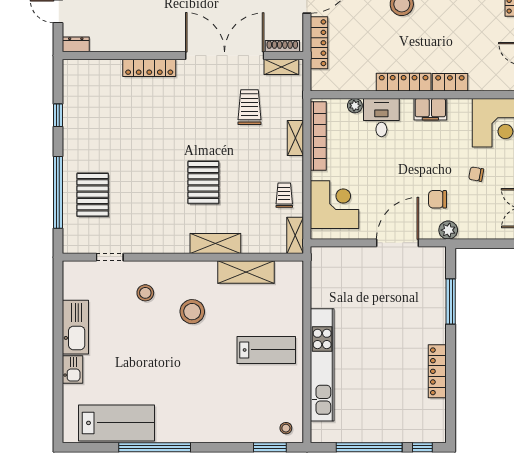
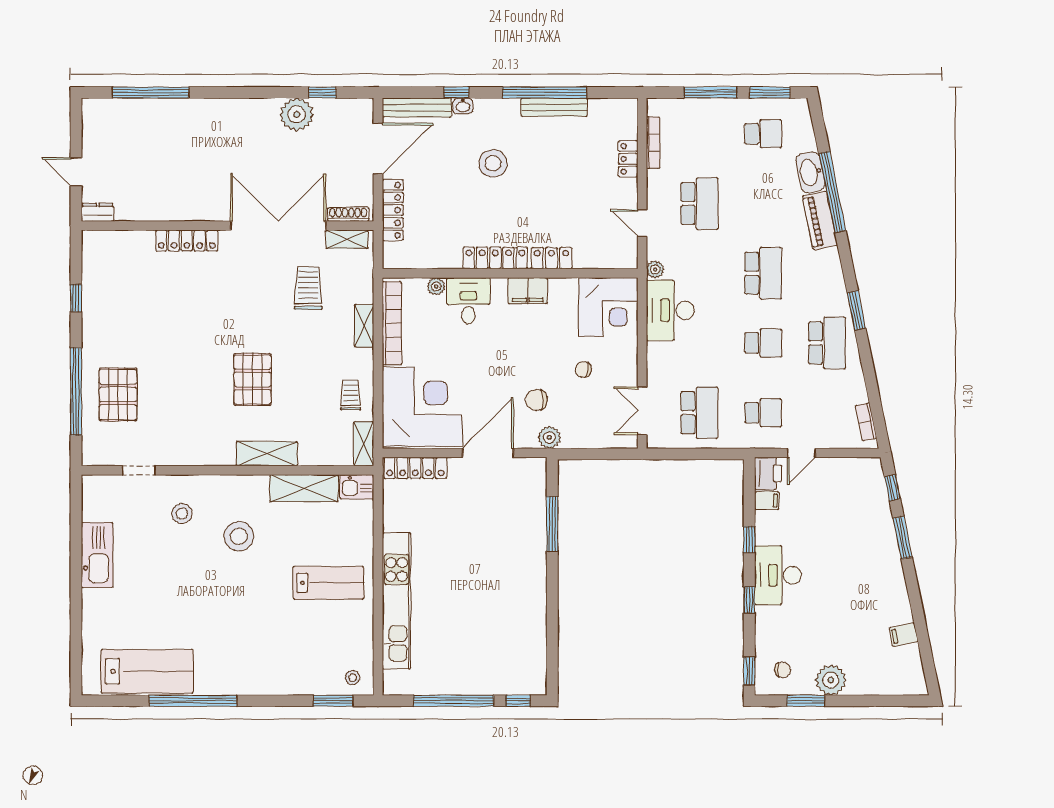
corner desk: (335, 205) -> (422, 407), width x1.36, depth x1.36
kitchen sink: (73, 369) -> (357, 487), moved, turned 90
locker: (437, 371) -> (415, 468), moved, turned -90

